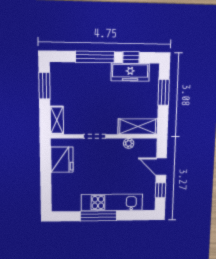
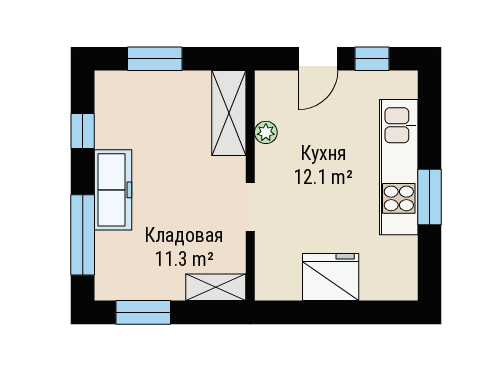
window: (95, 57) -> (83, 235), moved
freezer: (130, 72) -> (113, 190), moved
fridge: (62, 160) -> (331, 277), moved
window: (98, 216) -> (430, 197), width x0.69

